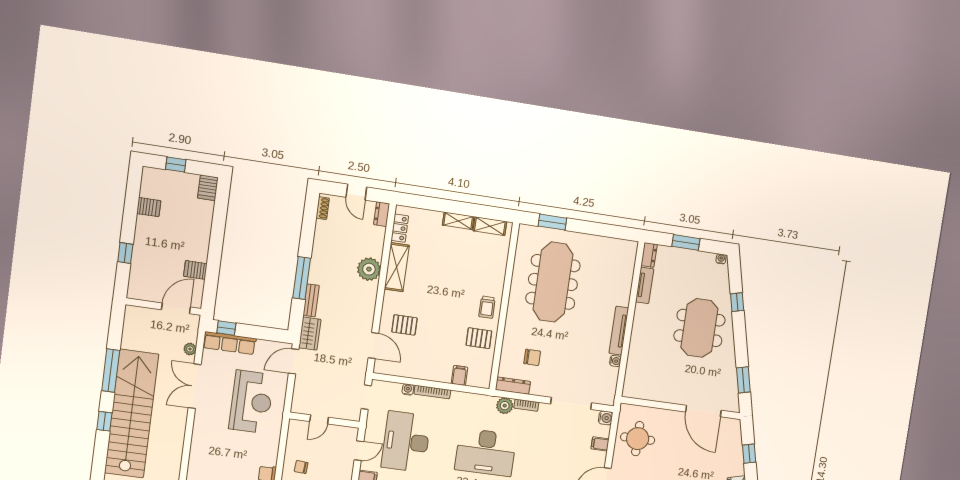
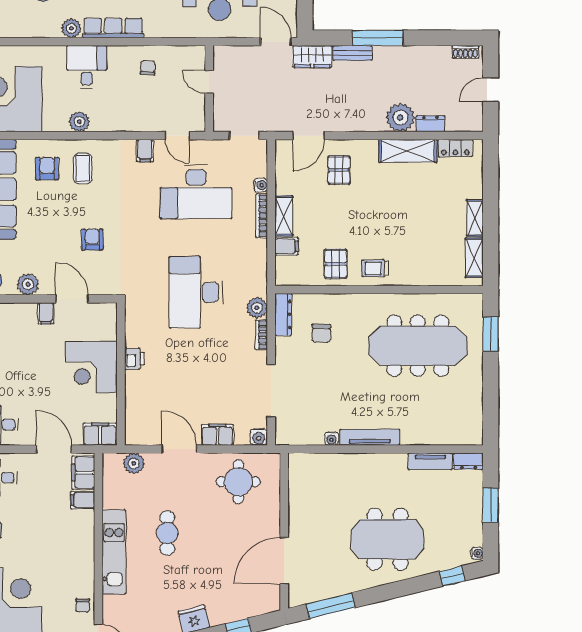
dresser: (382, 214) -> (430, 124), moved
window: (737, 302) -> (452, 576), moved
shelving: (435, 374) -> (284, 216), added
window: (743, 380) -> (331, 606), width x1.44
desk: (406, 442) -> (196, 192), turned 180
filing cabinet: (600, 444) -> (217, 435), width x2.00

